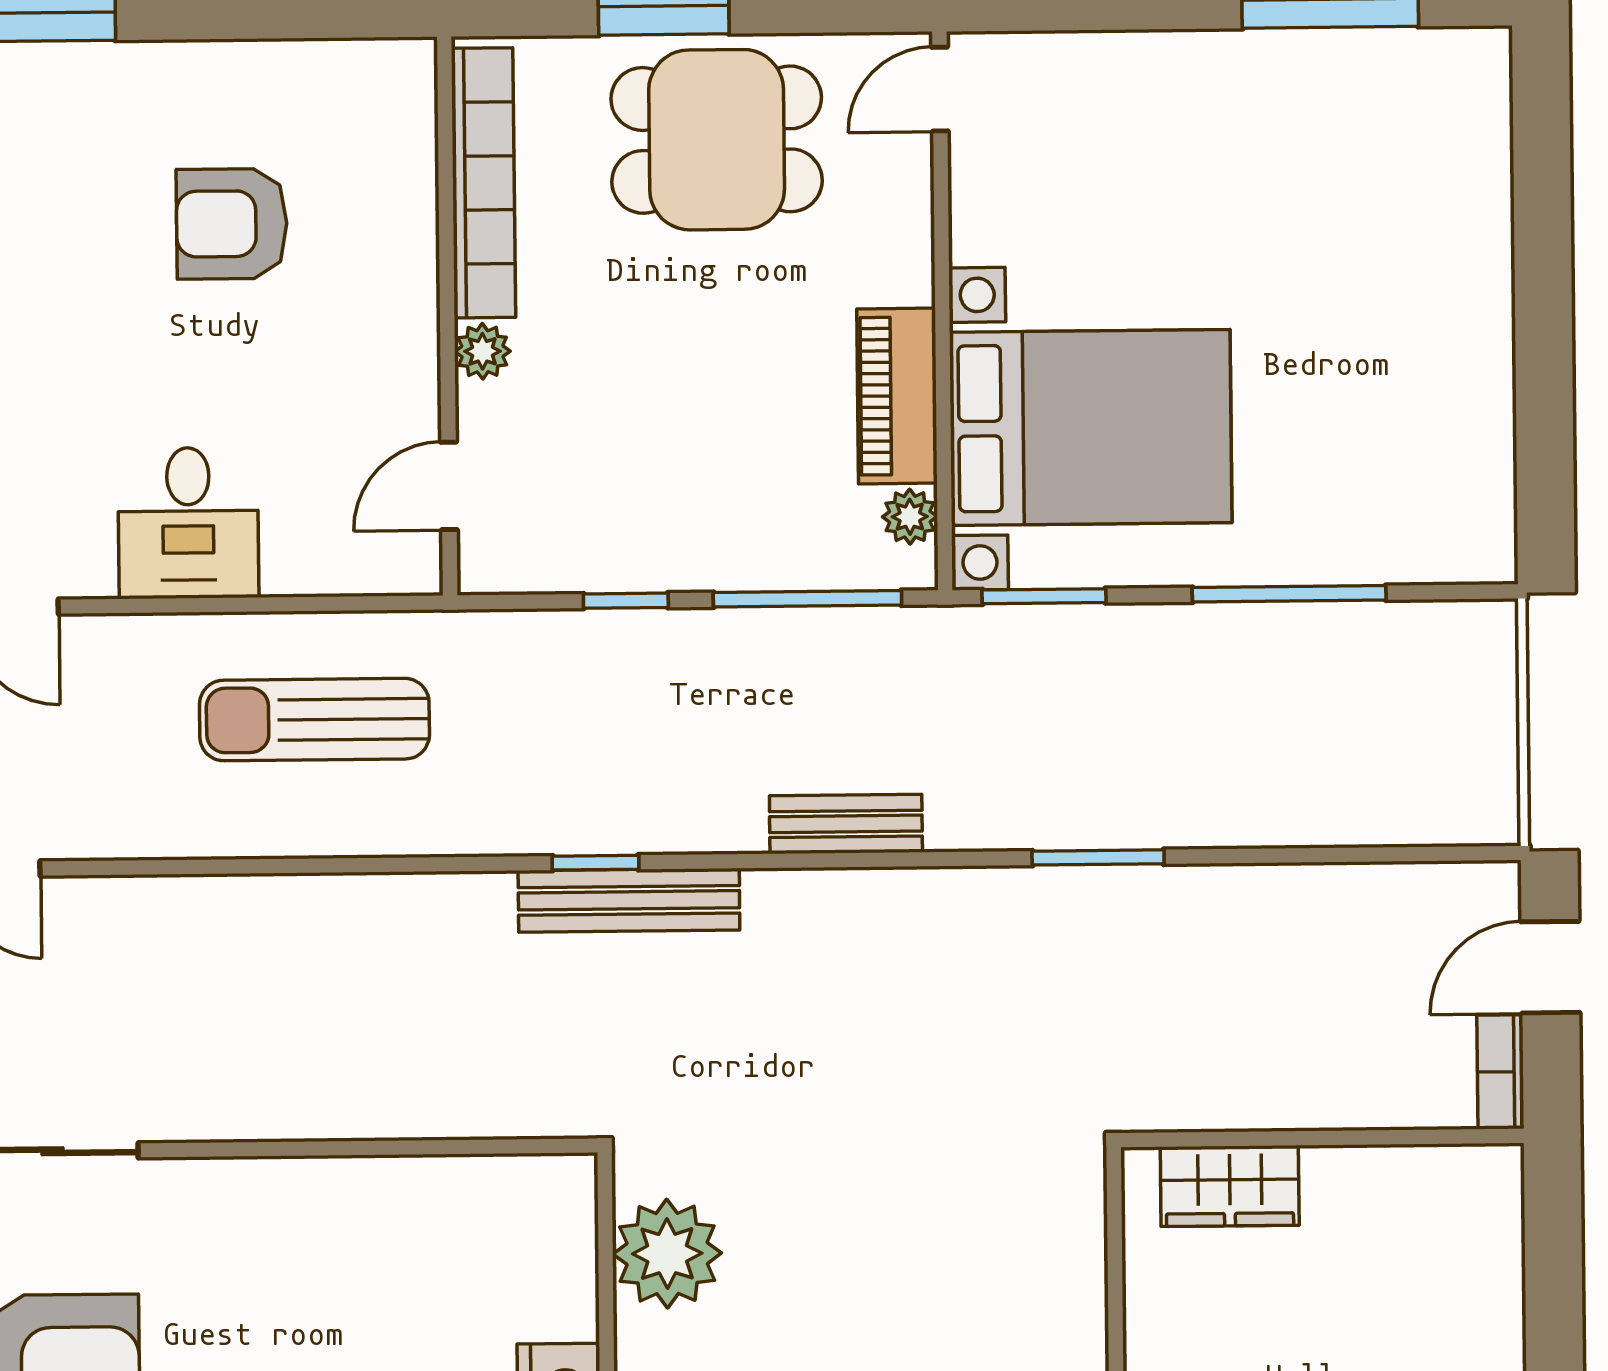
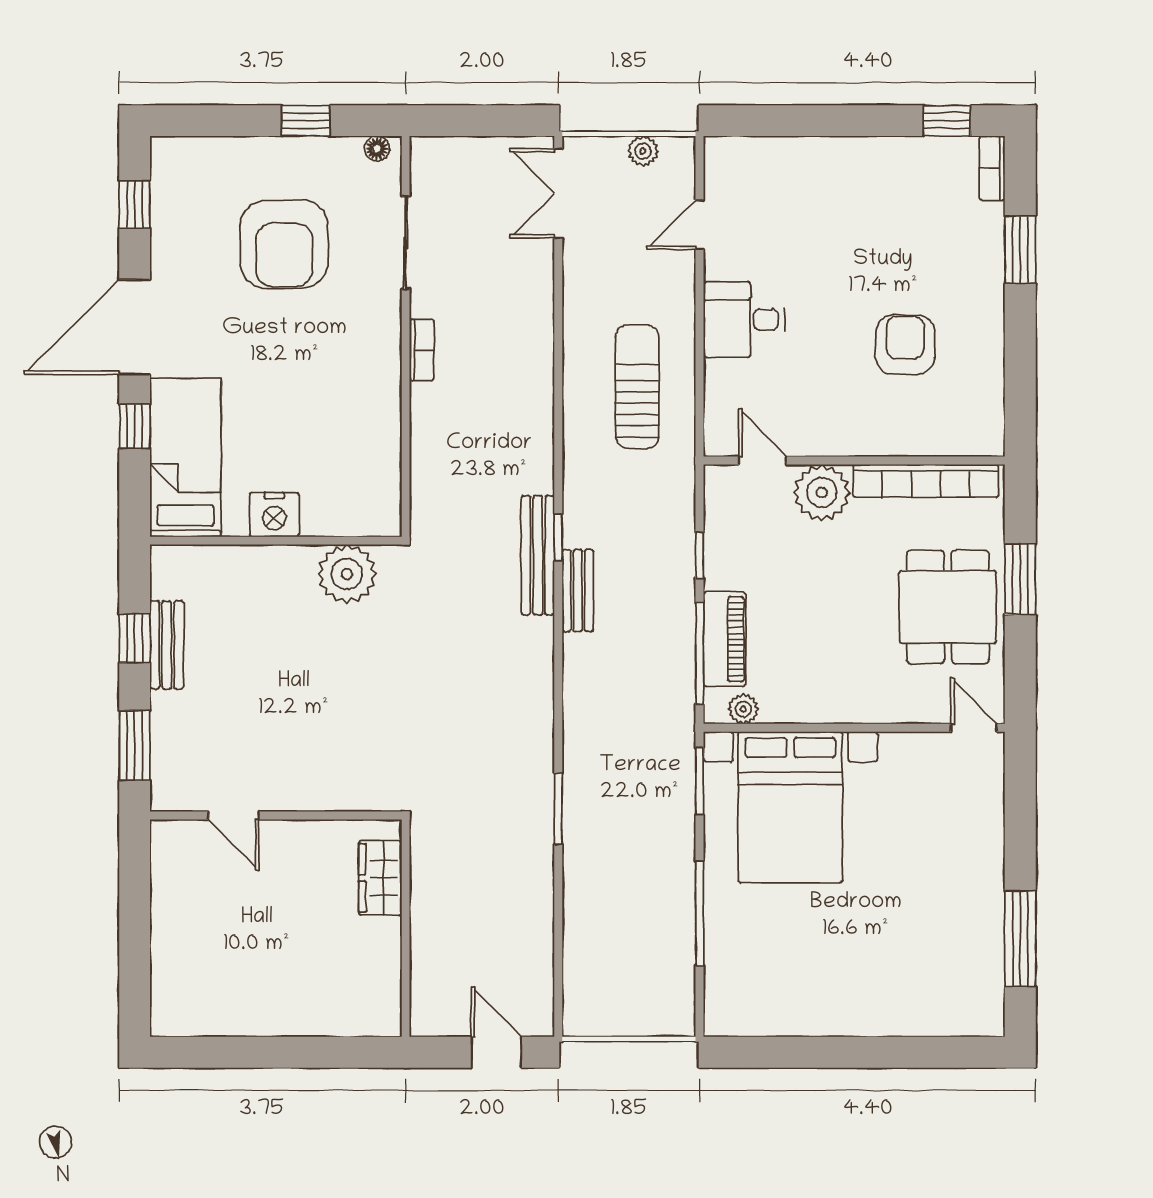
plant: (482, 351) -> (822, 493), width x1.88, depth x1.88
piano: (897, 396) -> (725, 639), moved, turned 90
bench: (846, 824) -> (578, 591), moved
bookcase: (1500, 1072) -> (422, 350), moved, turned 90

